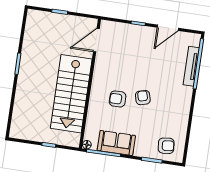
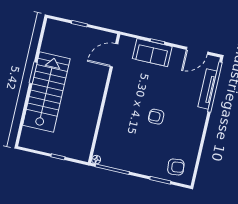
door: (168, 28) -> (197, 51), moved
stairs: (71, 94) -> (46, 92), moved, turned 180
armchair: (143, 98) -> (156, 117), turned -75
armchair: (118, 99) -> (131, 116), removed
sofa: (116, 143) -> (152, 53), moved, turned 180

